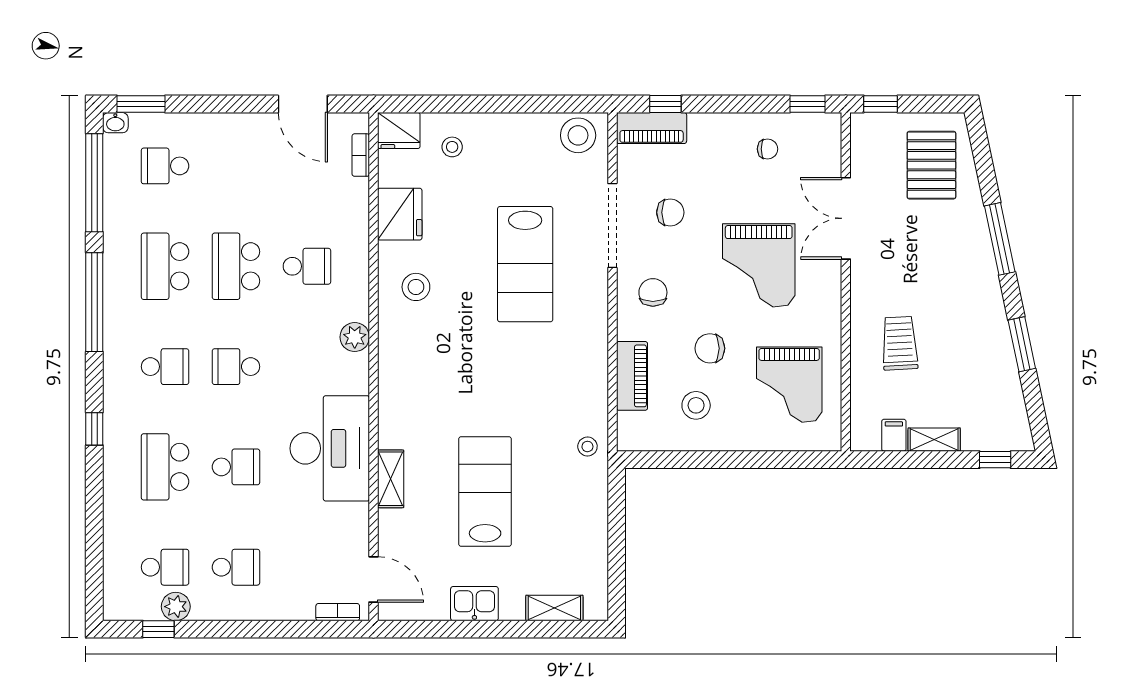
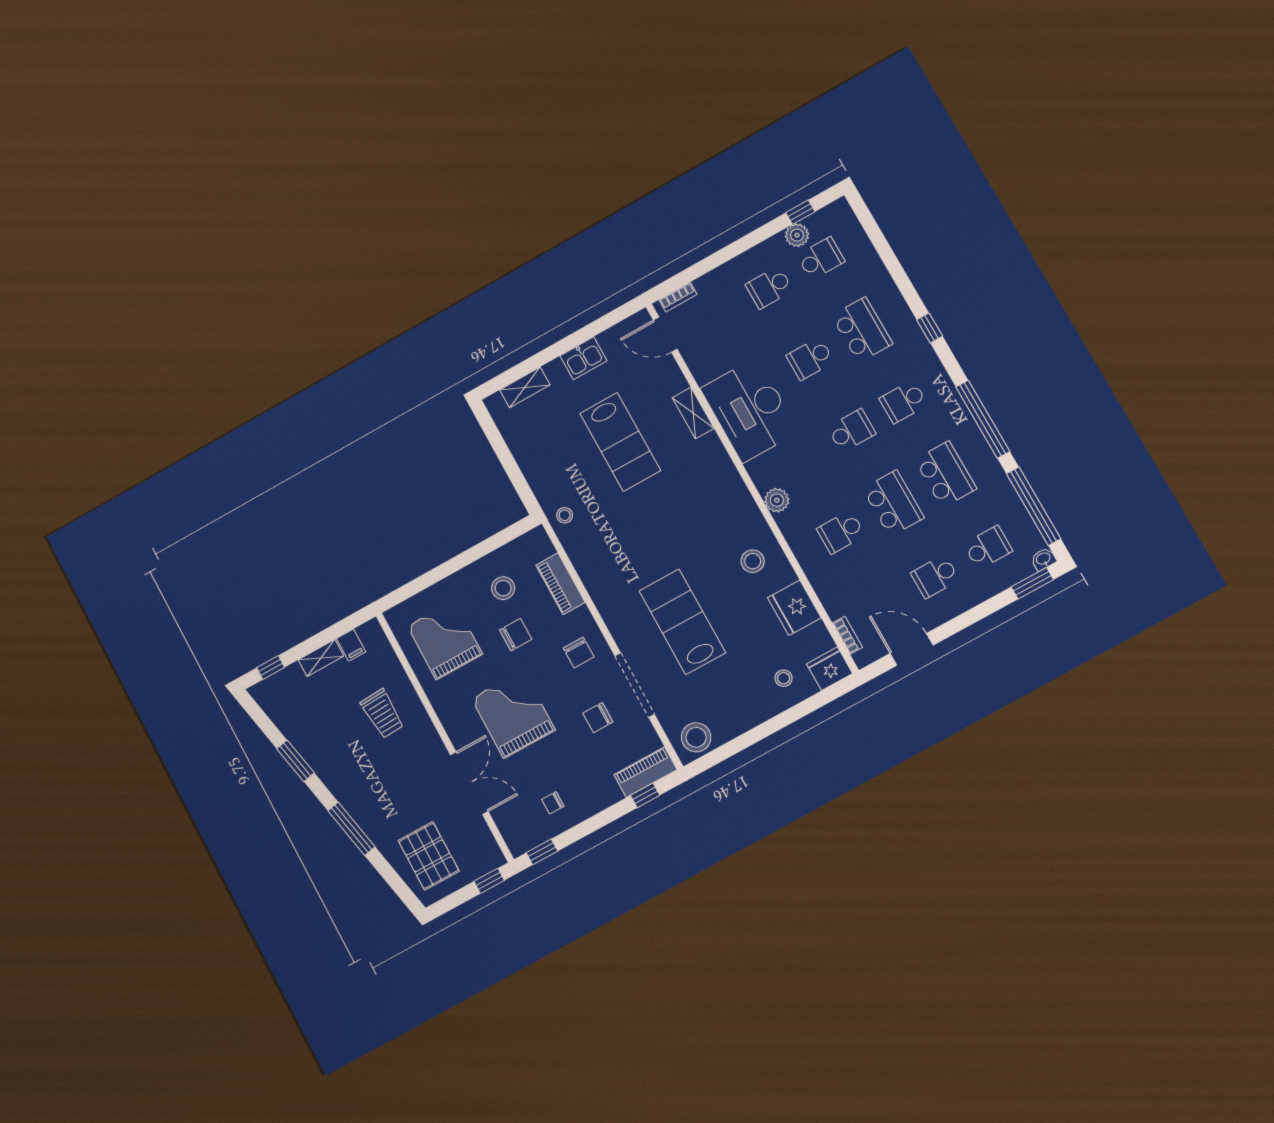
school desk: (236, 166) -> (935, 576), added
school desk: (165, 567) -> (821, 258), turned 180

